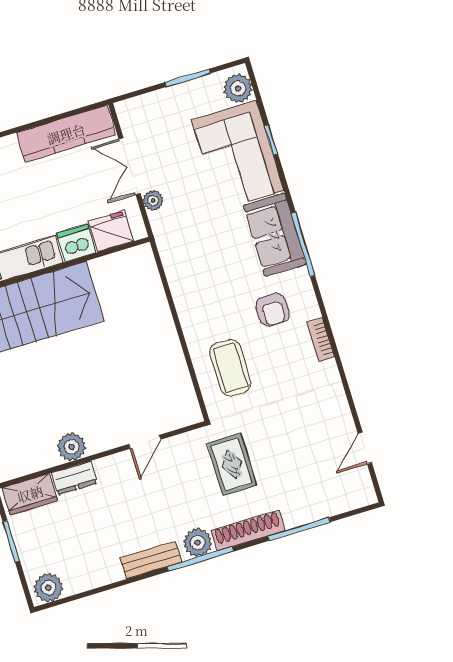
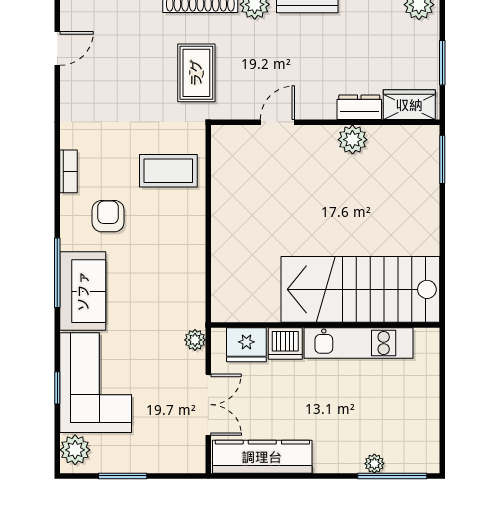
plant: (153, 200) -> (195, 340), moved
coffee table: (230, 368) -> (168, 171), turned 90

